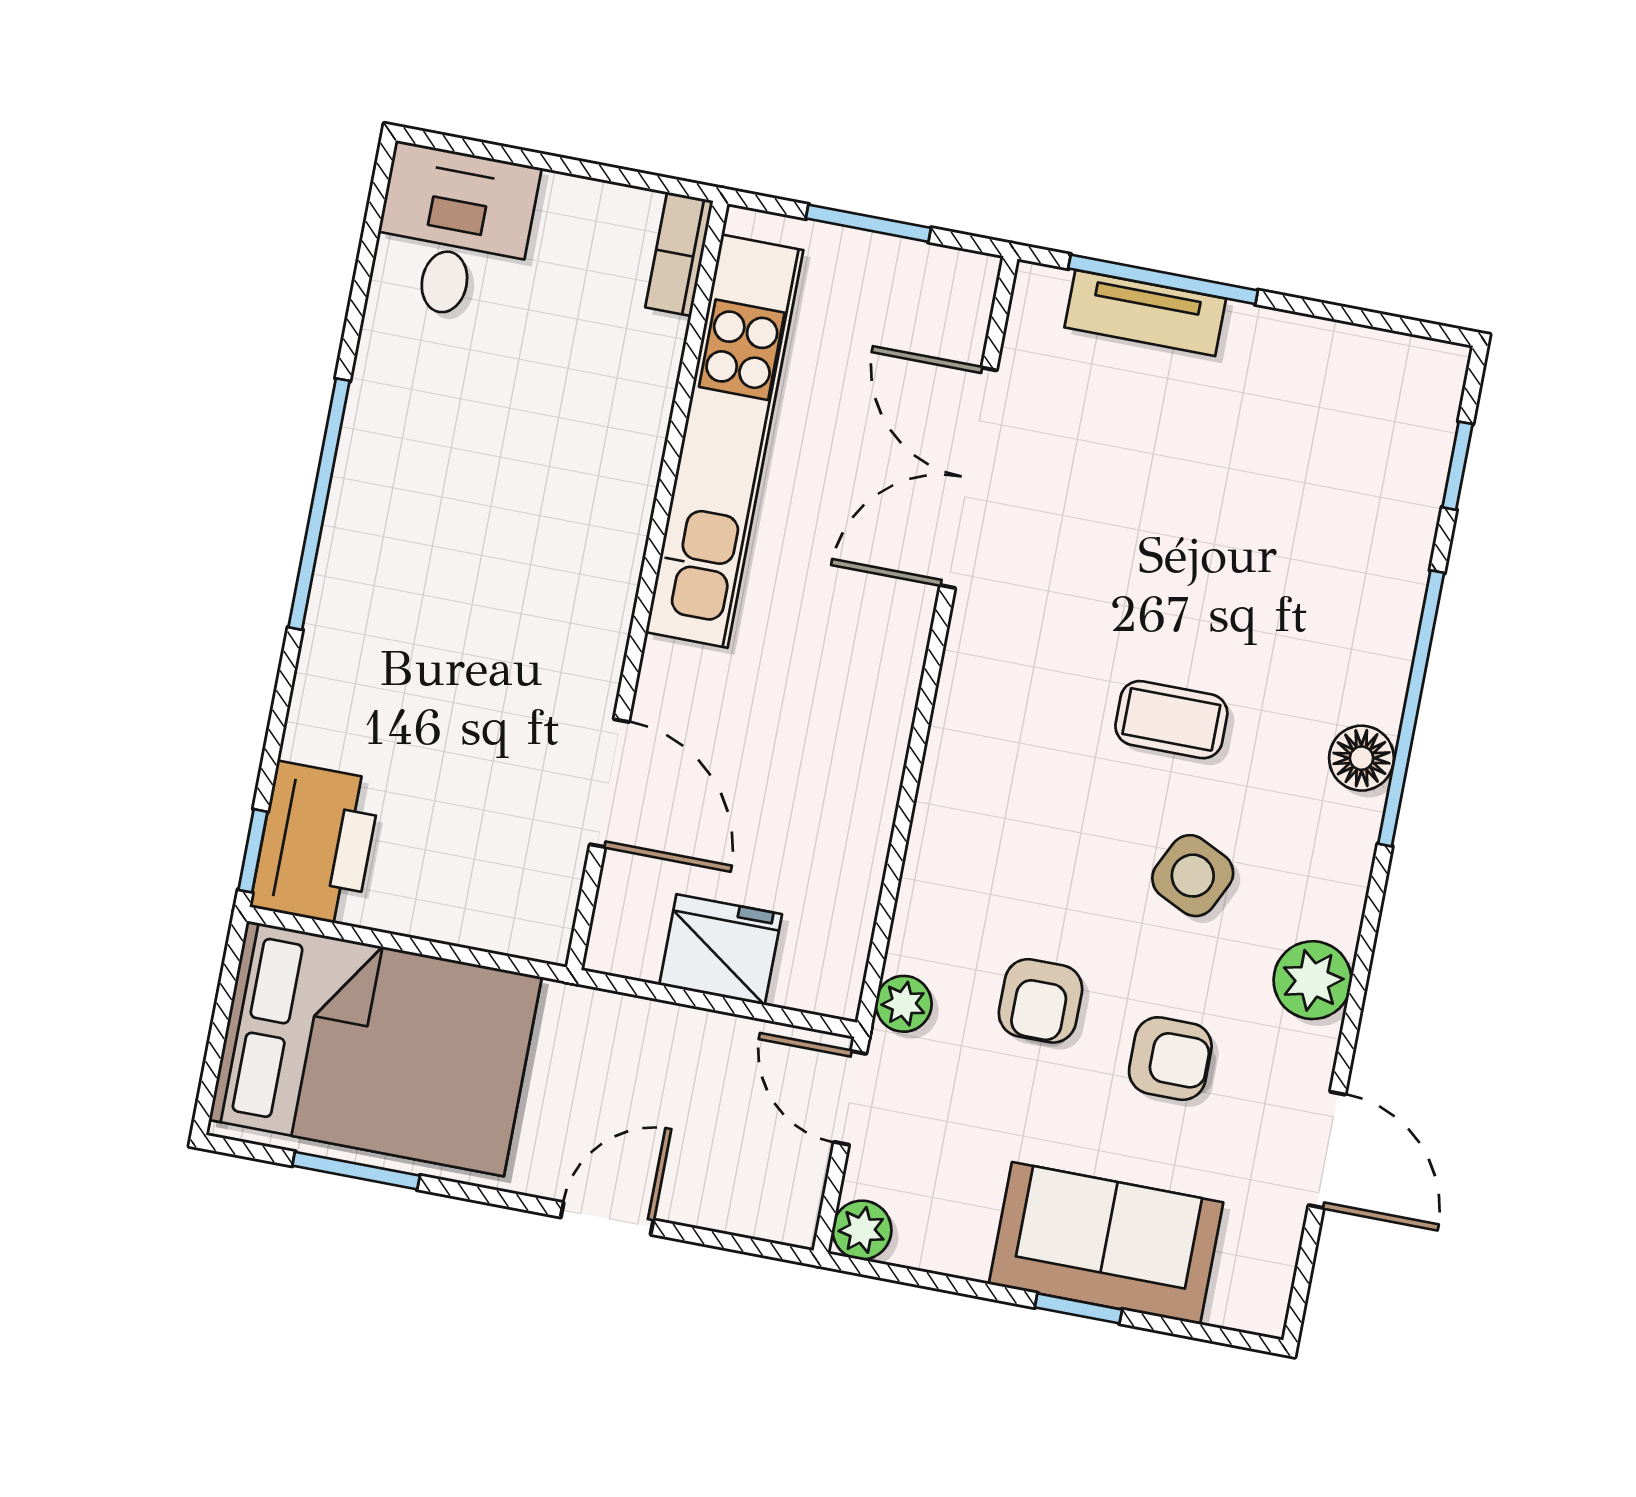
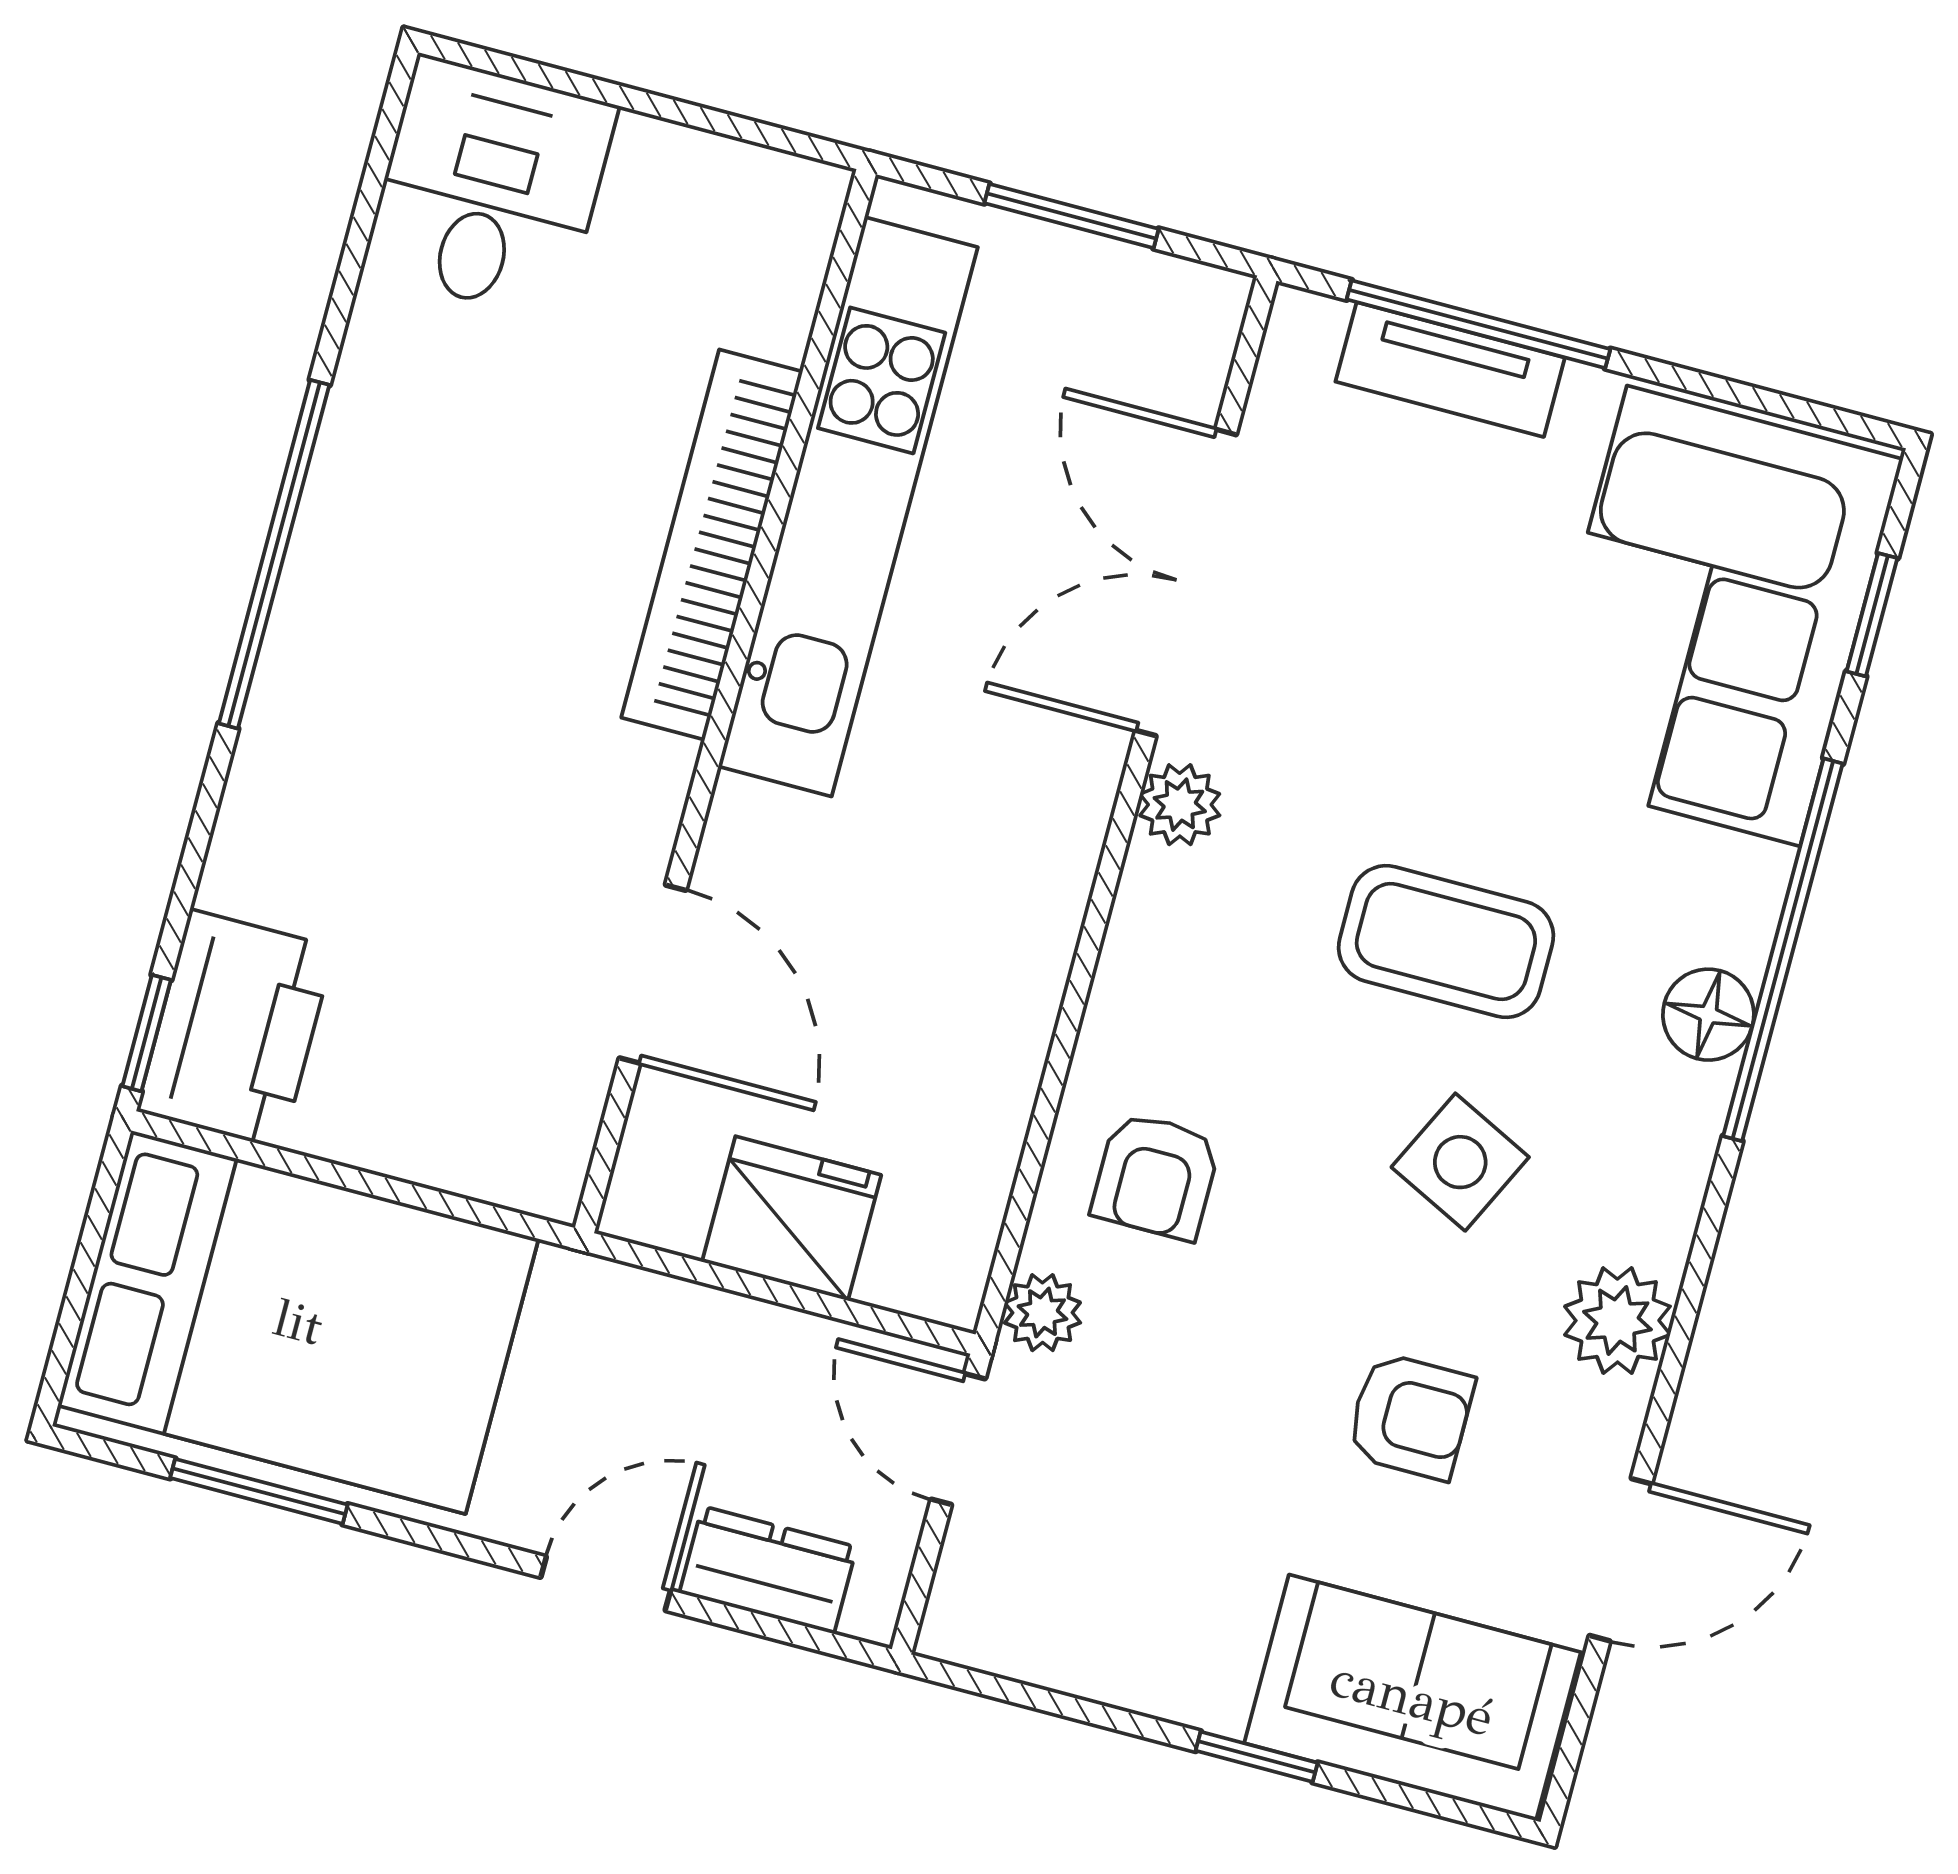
bookcase: (679, 254) -> (712, 545), moved, width x2.31, depth x1.31
corner sofa: (1345, 475) -> (1714, 616), added
coffee table: (1171, 720) -> (1446, 942), width x1.36, depth x1.30
armchair: (1040, 1001) -> (1156, 1176), moved
door: (1327, 1150) -> (1621, 1560), hinge flipped
dresser: (722, 1201) -> (768, 1570), added
plant: (862, 1230) -> (1180, 805), moved
sofa: (1106, 1243) -> (1412, 1698), moved

